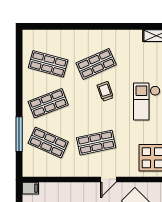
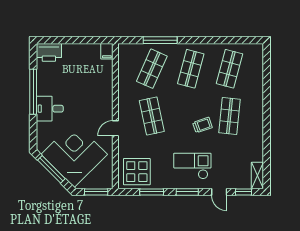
shop shelf: (96, 64) -> (230, 116), turned 30
shop shelf: (48, 103) -> (191, 69), turned 36
door: (108, 179) -> (115, 128), hinge flipped

